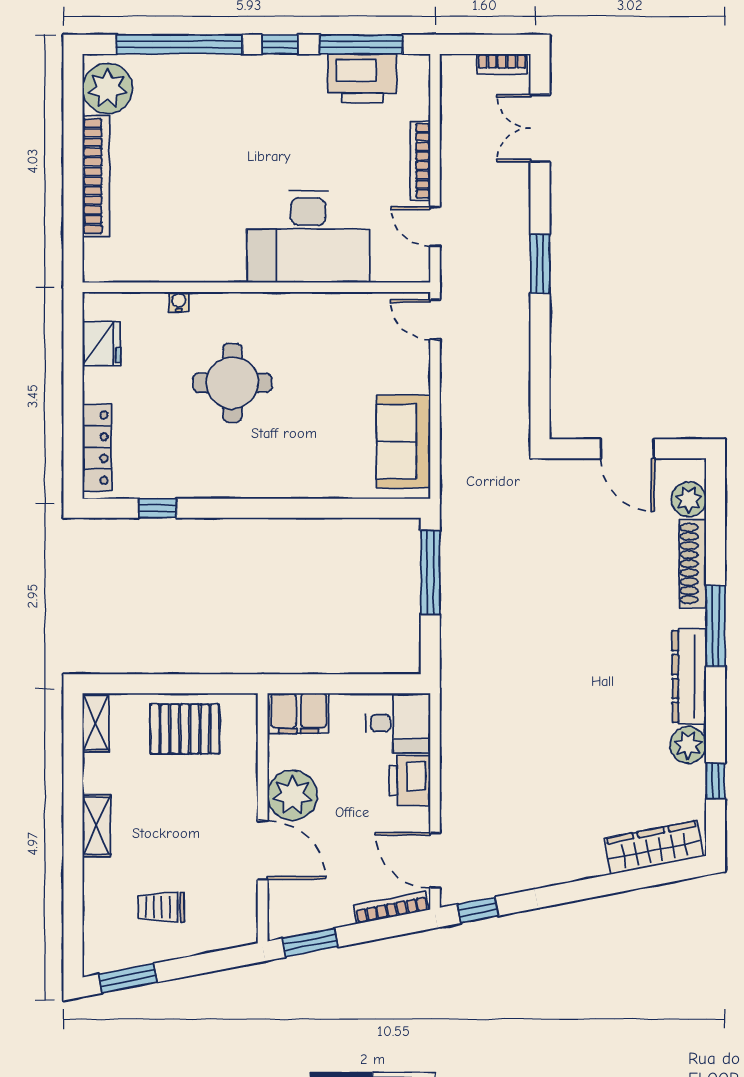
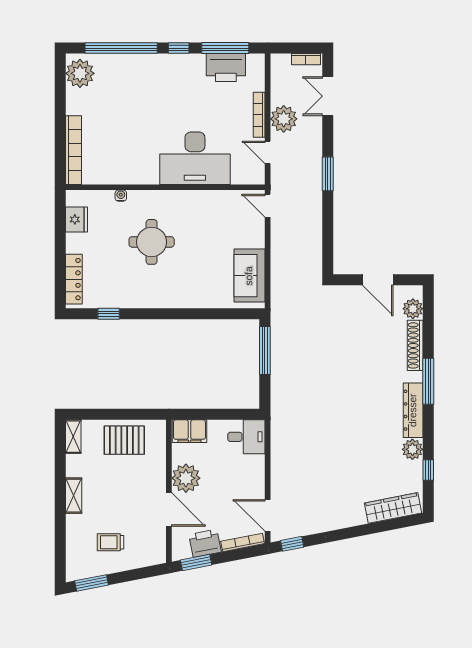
plant: (463, 168) -> (284, 119), added
bookcase: (96, 176) -> (73, 150), moved
printer: (410, 781) -> (205, 543), moved, turned 79

